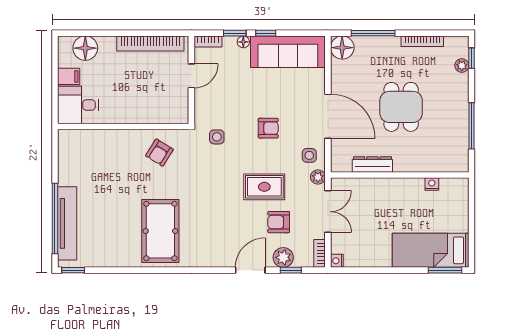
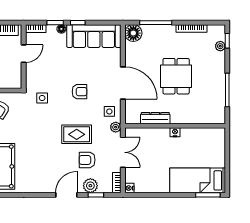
nightstand: (432, 184) -> (175, 132), moved

